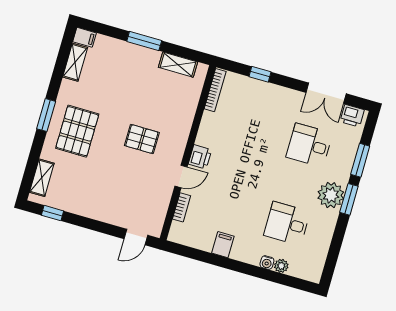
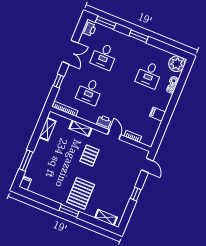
window: (144, 41) -> (26, 161), moved
shelving: (75, 62) -> (81, 128), moved
double door: (326, 93) -> (70, 52), moved
desk: (248, 128) -> (90, 91), added
pallet: (77, 131) -> (81, 193), turned 90
window: (360, 160) -> (106, 23), moved
plant: (331, 195) -> (177, 64), moved
window: (52, 213) -> (136, 194), moved

